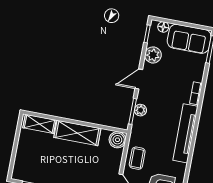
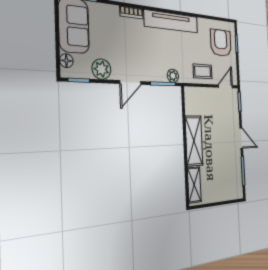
door: (139, 79) -> (130, 82), hinge flipped
plant: (140, 110) -> (173, 76), moved
boiler: (117, 140) -> (191, 96), removed

